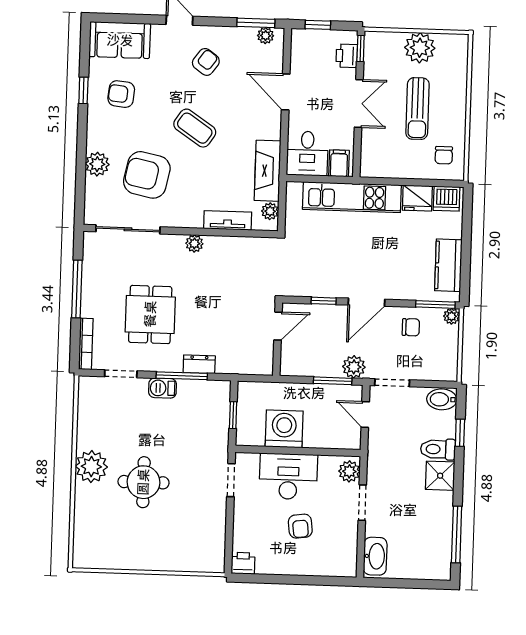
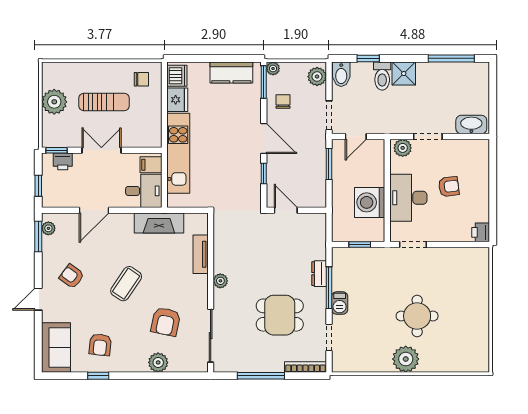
armchair: (147, 175) -> (166, 322), width x0.73, depth x0.73
plant: (270, 211) -> (192, 220), removed
plant: (354, 367) -> (317, 77), moved

